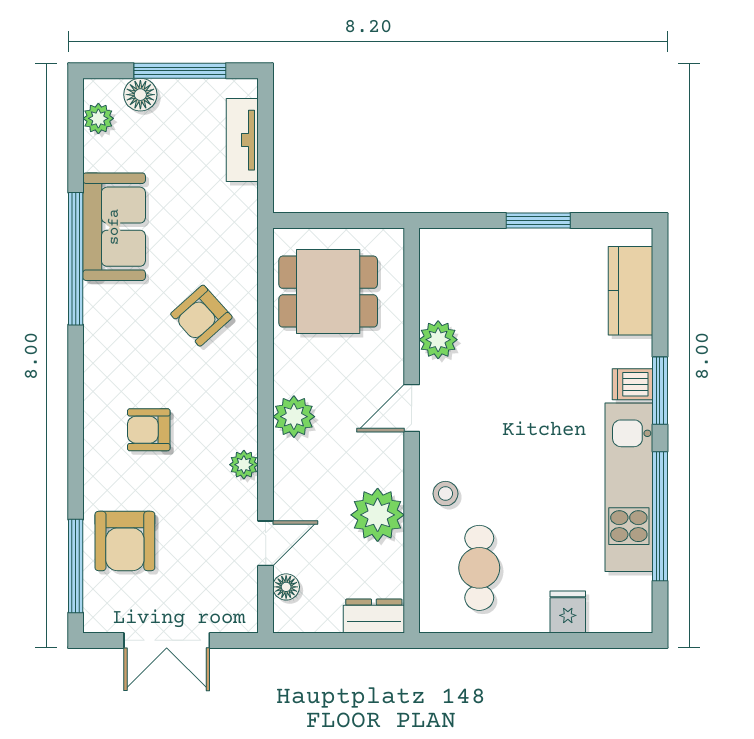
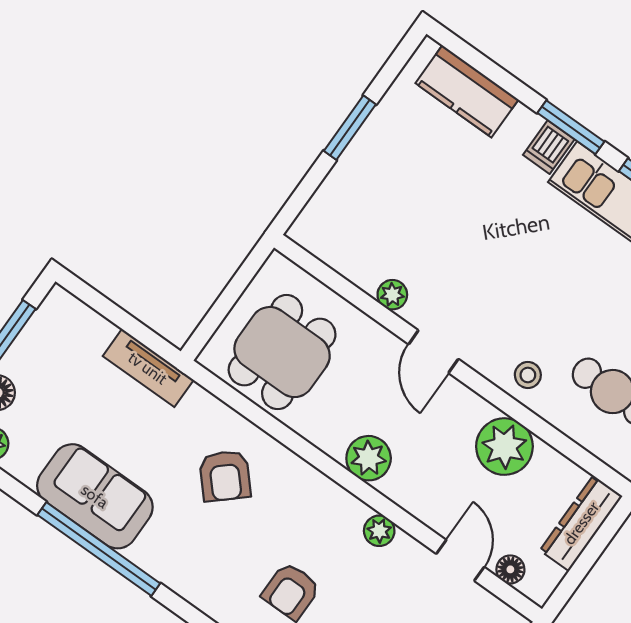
tv unit: (242, 140) -> (148, 368), moved
plant: (438, 340) -> (392, 295), width x0.73, depth x0.73
dresser: (374, 616) -> (581, 523), width x1.44

